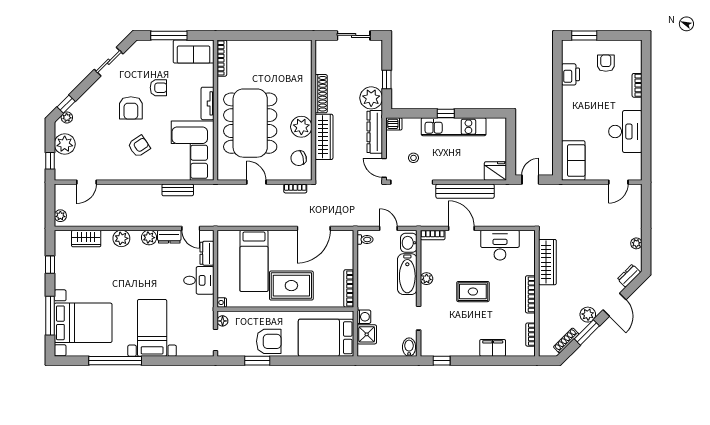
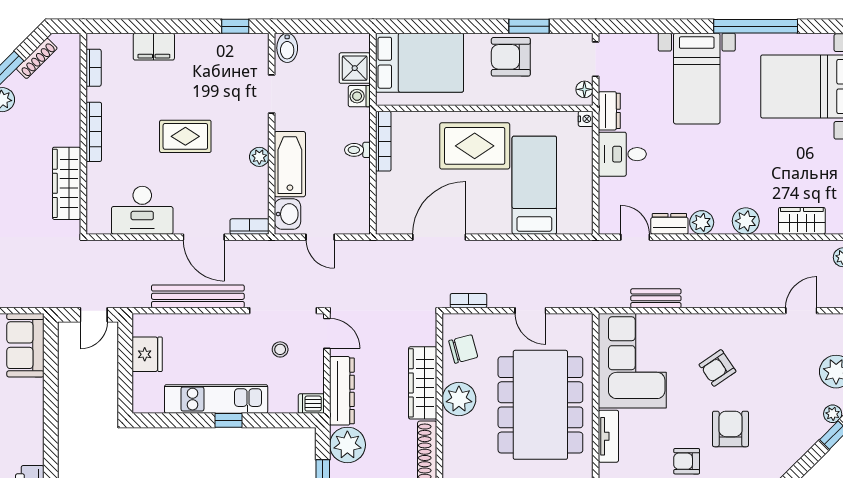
fridge: (495, 171) -> (147, 354), moved, turned -90
toilet: (365, 239) -> (357, 150), moved
dresser: (207, 253) -> (609, 111), moved

